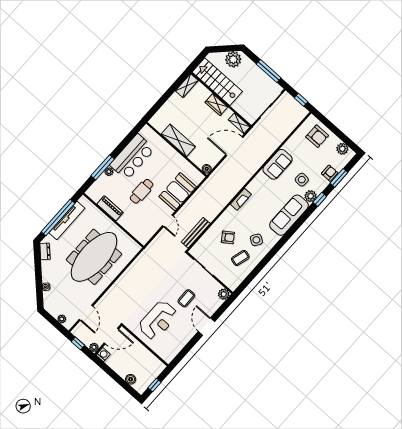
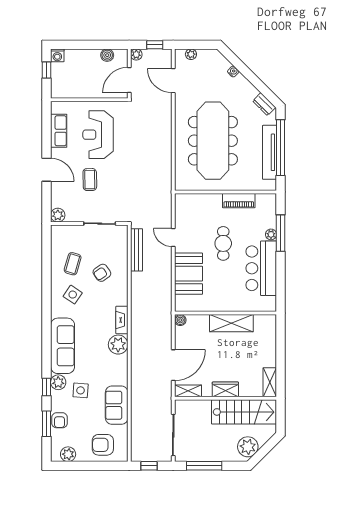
sofa: (278, 164) -> (117, 405), moved
plant: (256, 187) -> (118, 345), added
row of seats: (179, 343) -> (59, 131), added
washing machine: (103, 355) -> (57, 55), moved
boiler: (131, 379) -> (107, 55), moved

